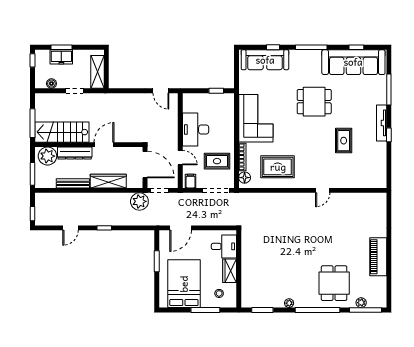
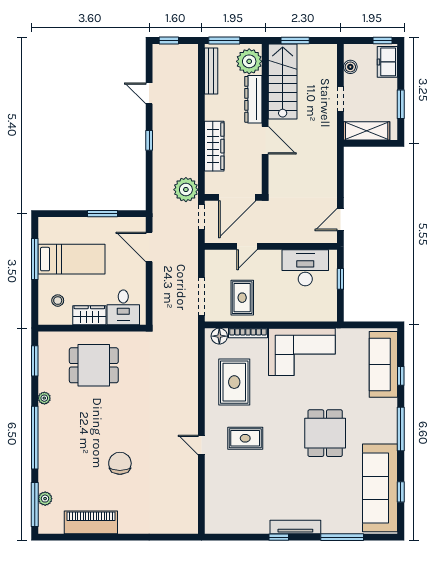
window: (62, 47) -> (401, 104), moved
freezer: (61, 57) -> (387, 62), moved
window: (216, 91) -> (340, 279), moved
window: (33, 123) -> (295, 40), width x0.69
desk: (196, 129) -> (305, 268), moved
rug: (344, 141) -> (245, 438), moved
filing cabinet: (190, 181) -> (214, 261), removed
bench: (73, 183) -> (211, 71), moved
chair: (336, 249) -> (120, 463), added
piano: (378, 257) -> (91, 522), moved
dining table: (334, 283) -> (94, 365), moved
bed: (184, 284) -> (71, 259), width x0.67
window: (205, 310) -> (35, 259), moved

